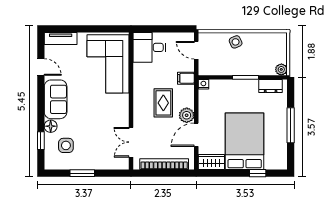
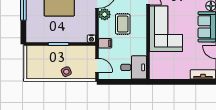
corner sofa: (108, 64) -> (166, 29), moved
plant: (281, 69) -> (31, 50), removed
dresser: (271, 86) -> (39, 37), removed

